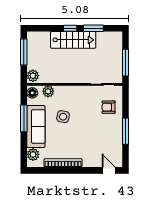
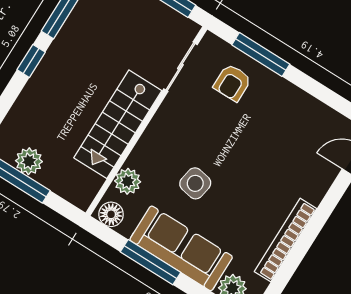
stairs: (73, 40) -> (118, 124), moved, turned 180
plant: (33, 76) -> (29, 161), moved
window: (125, 131) -> (261, 54), moved

